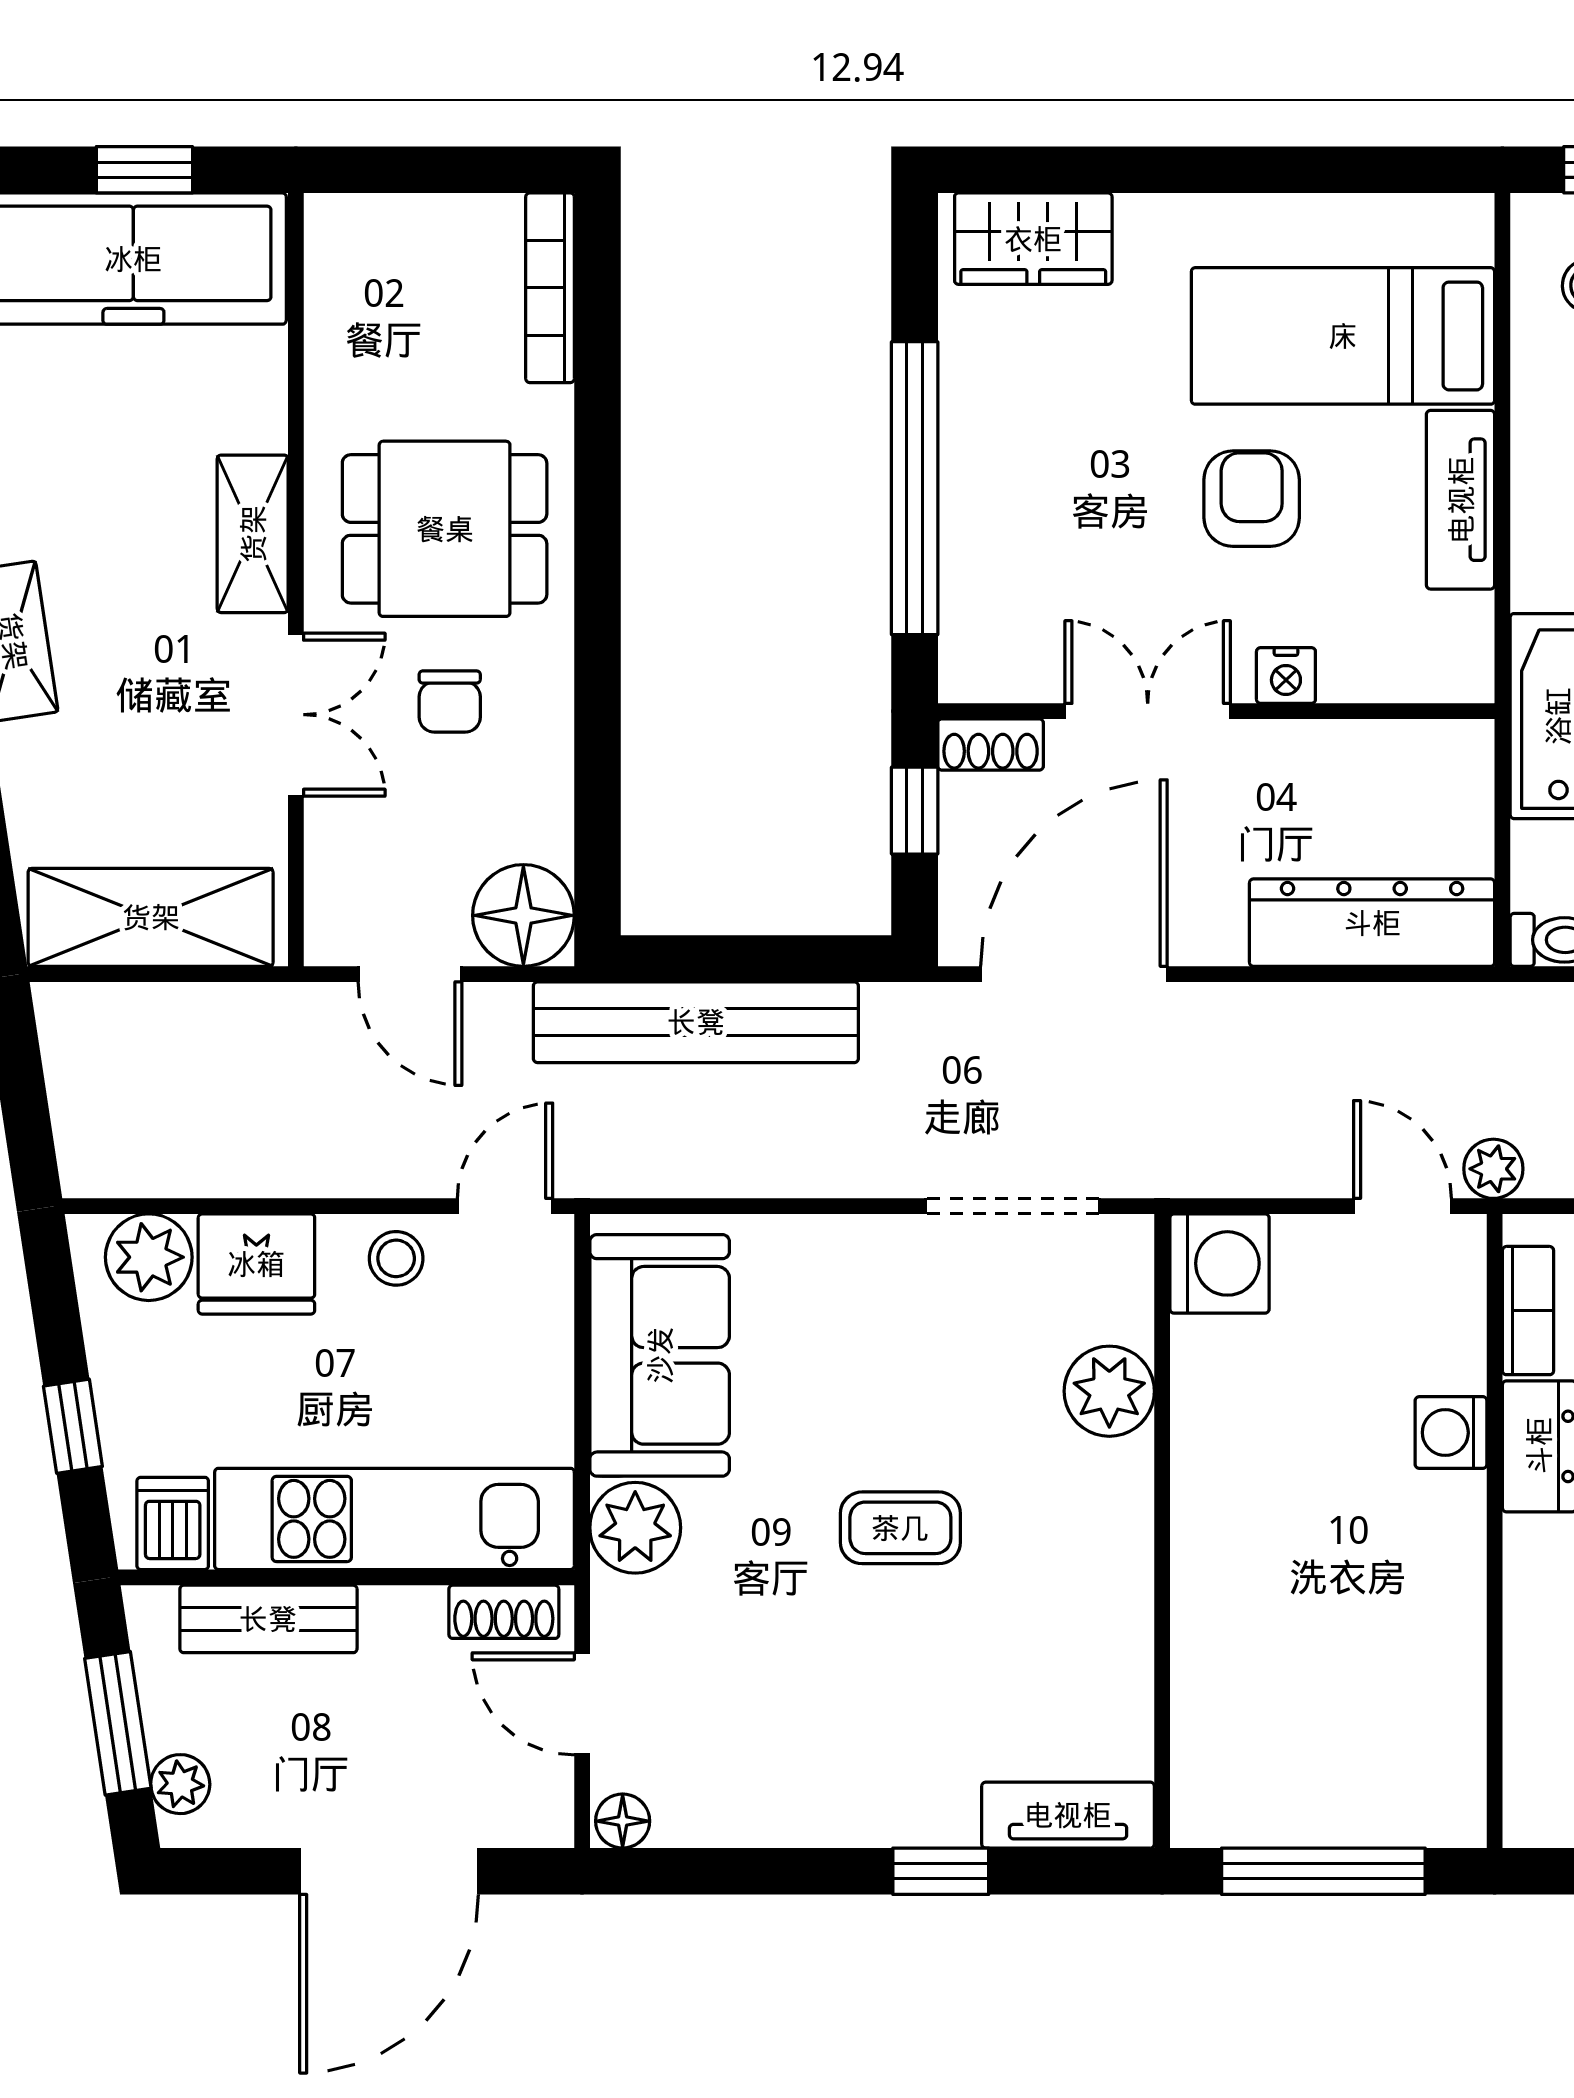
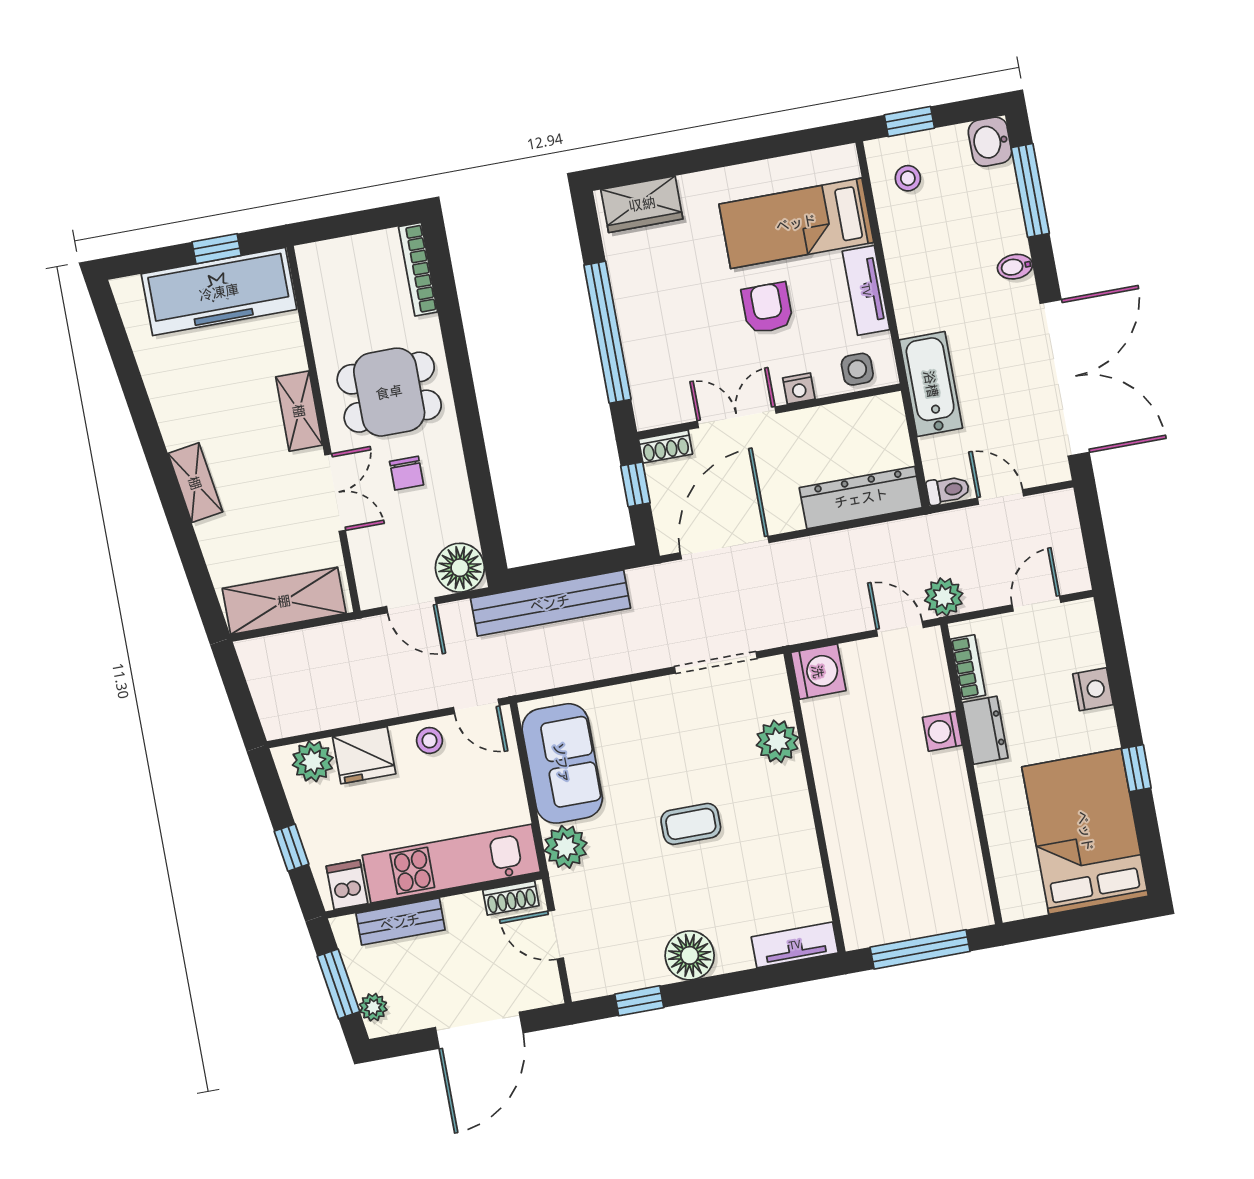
side table: (1413, 658) -> (857, 369), added
plant: (1493, 1169) -> (944, 597), width x1.38, depth x1.38
door: (505, 1206) -> (476, 706), swing flipped
floor lamp: (623, 1821) -> (690, 955), moved, width x1.89, depth x1.89
window: (941, 1871) -> (639, 1001), moved

